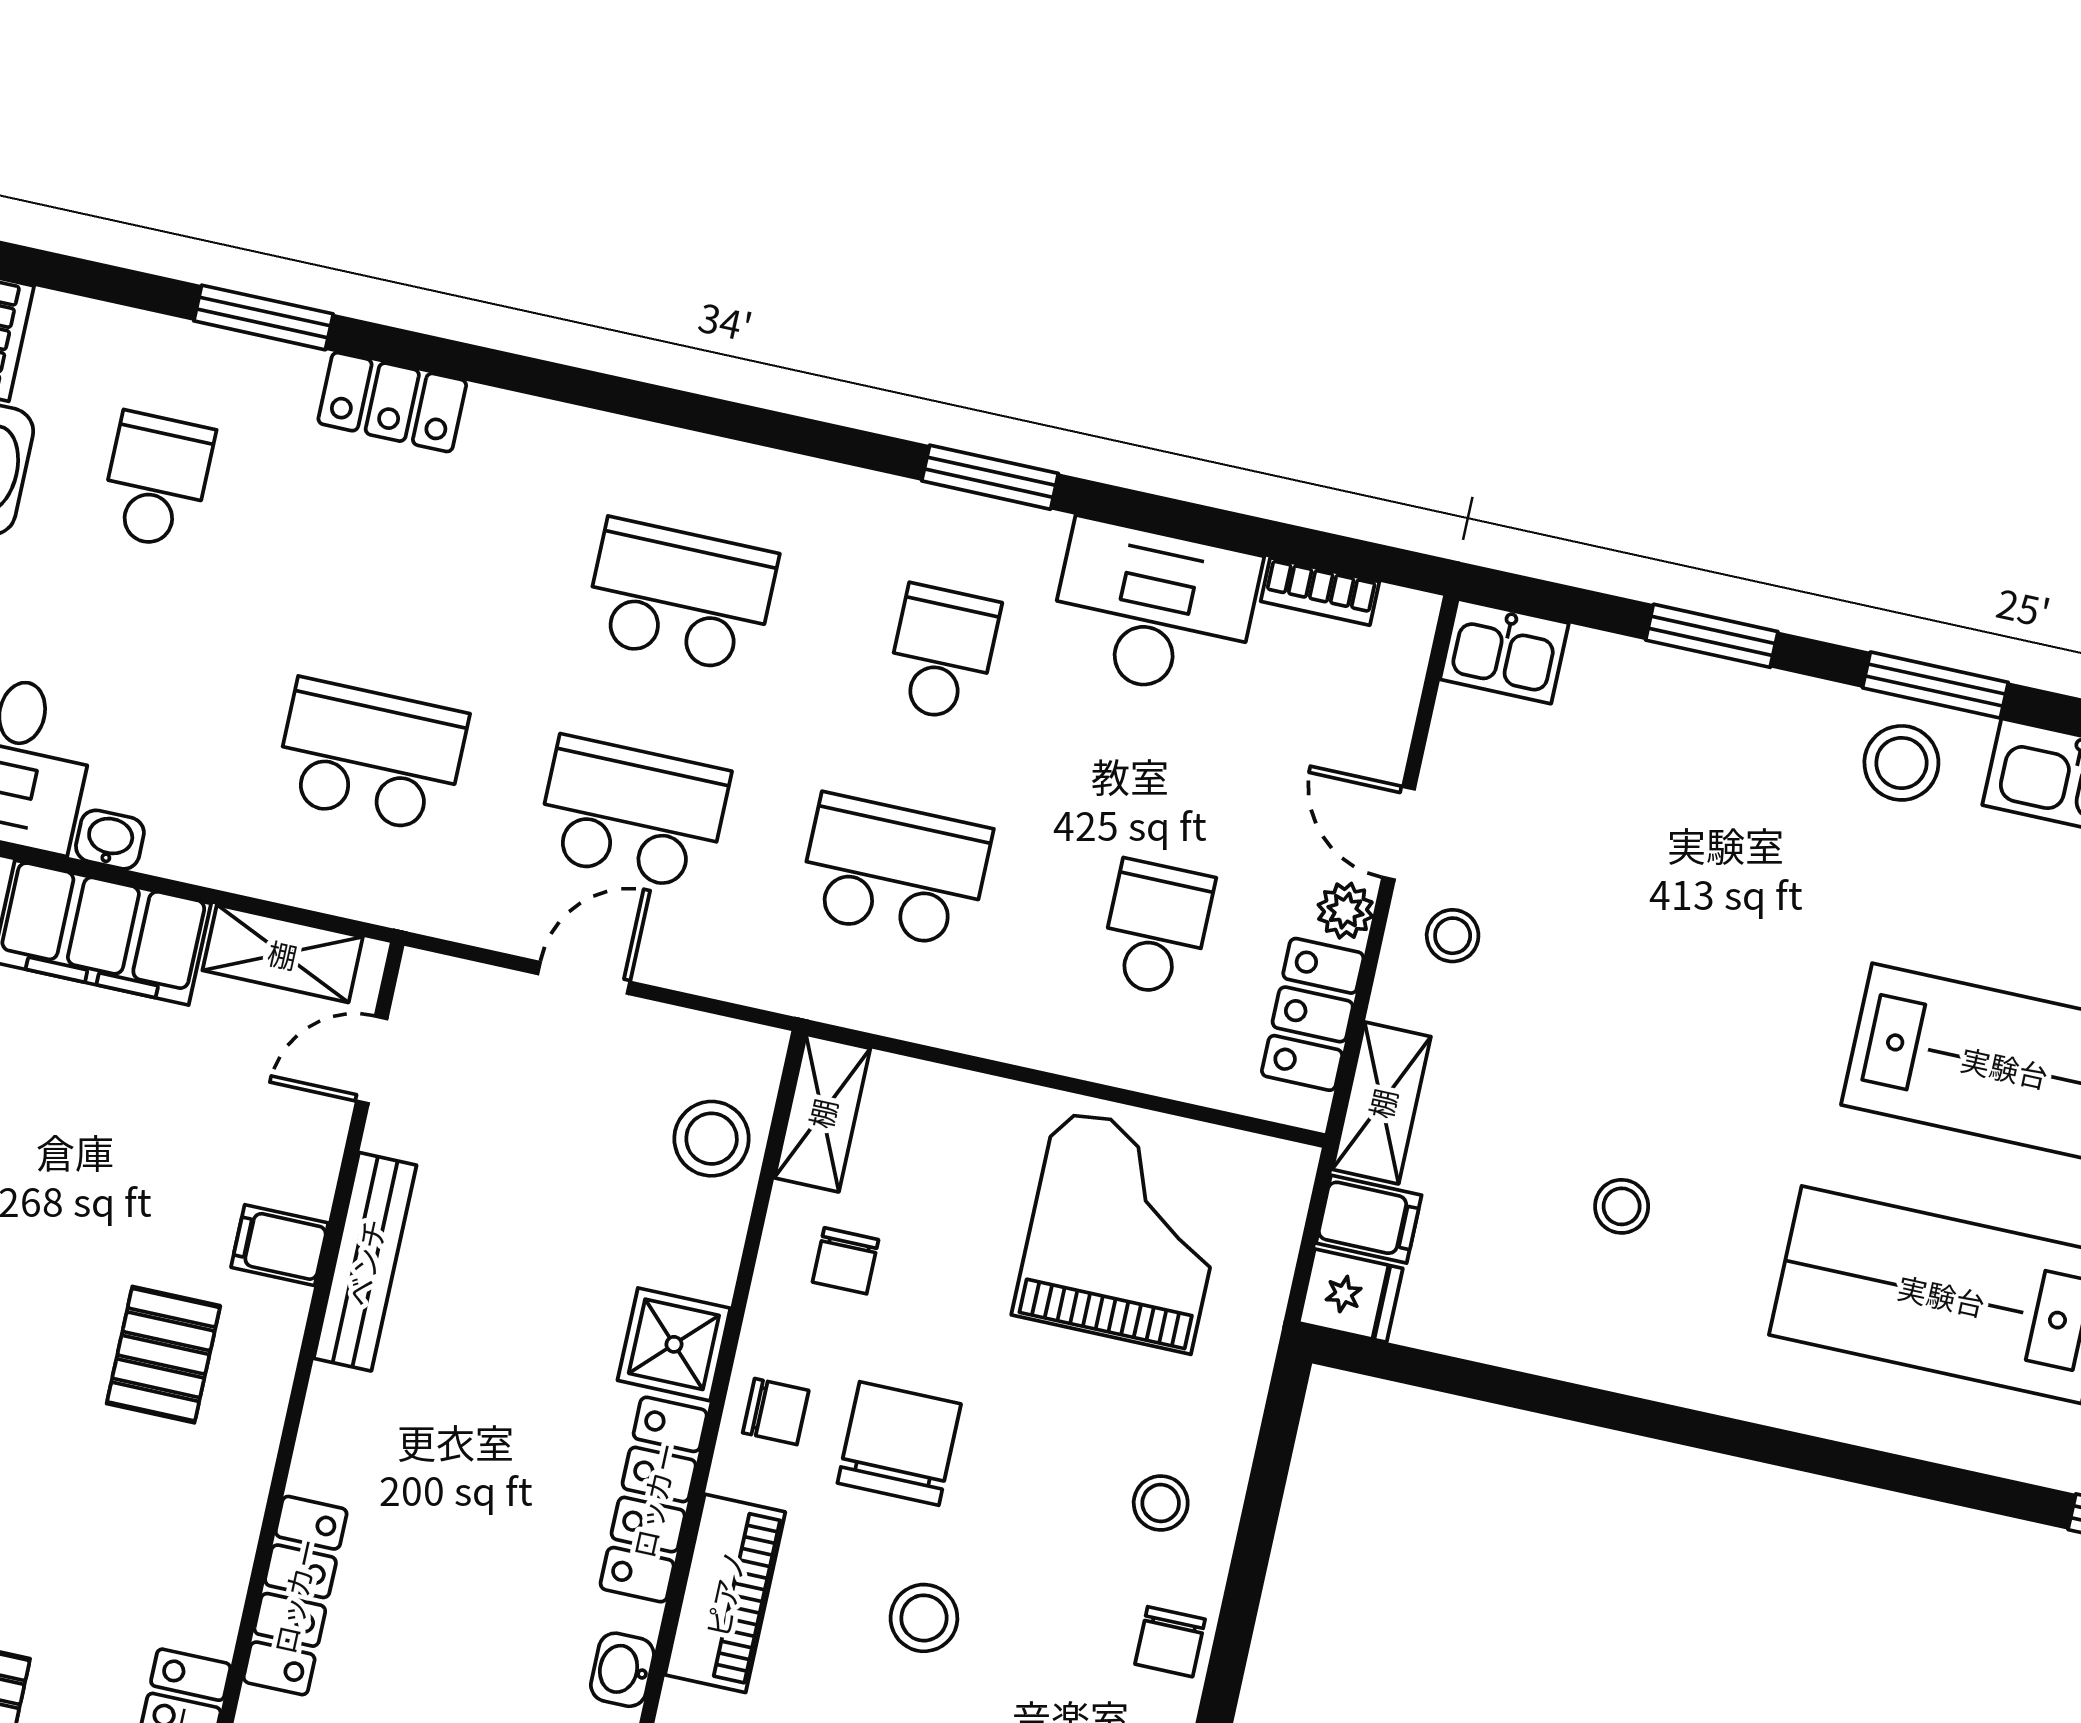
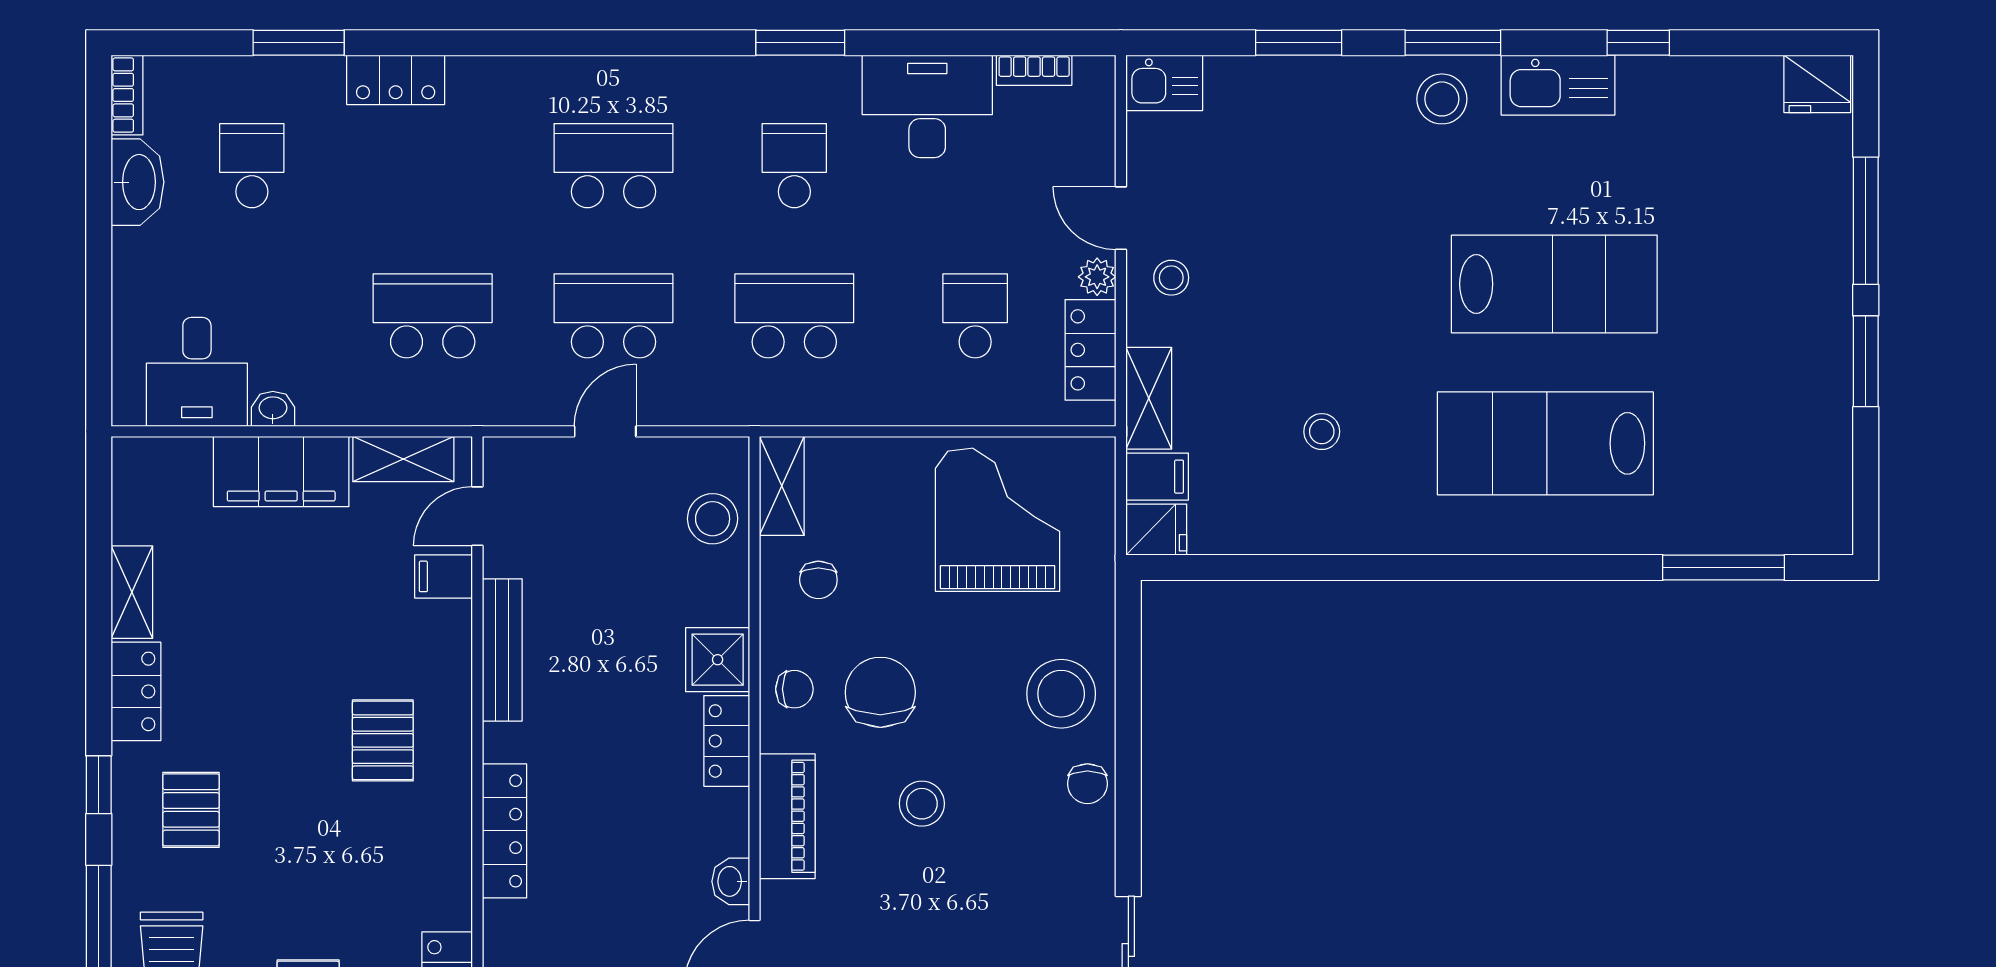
filing cabinet: (280, 1245) -> (444, 576), moved
locker: (654, 1500) -> (727, 741), width x0.66
stool: (1161, 1503) -> (1061, 694), width x1.89, depth x1.89
locker: (295, 1596) -> (504, 831), moved

